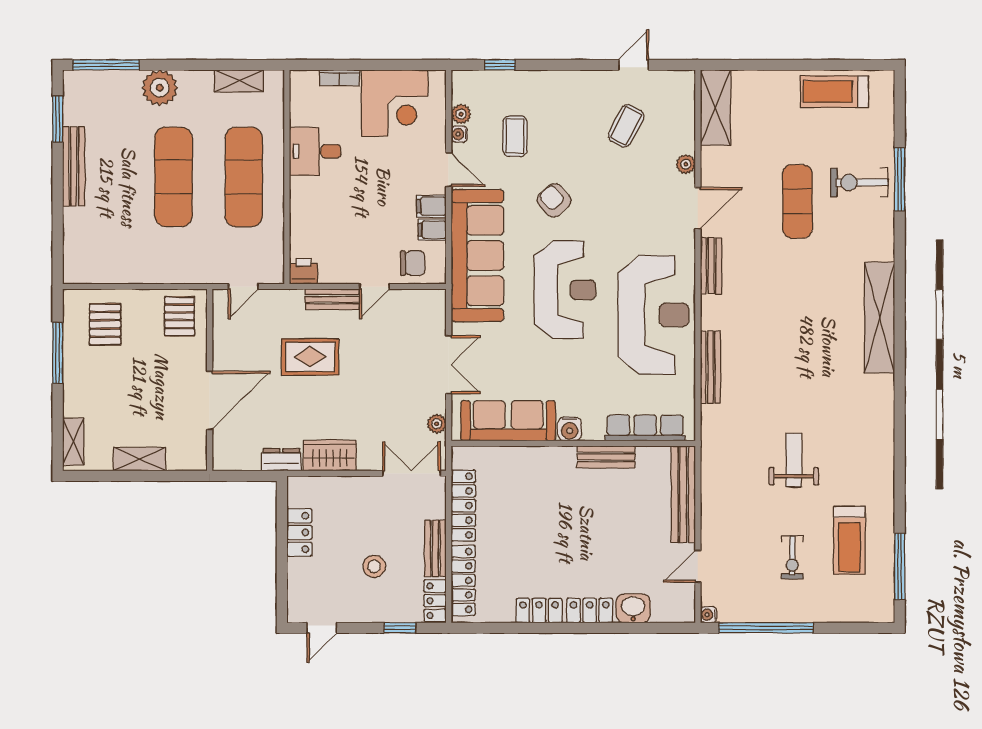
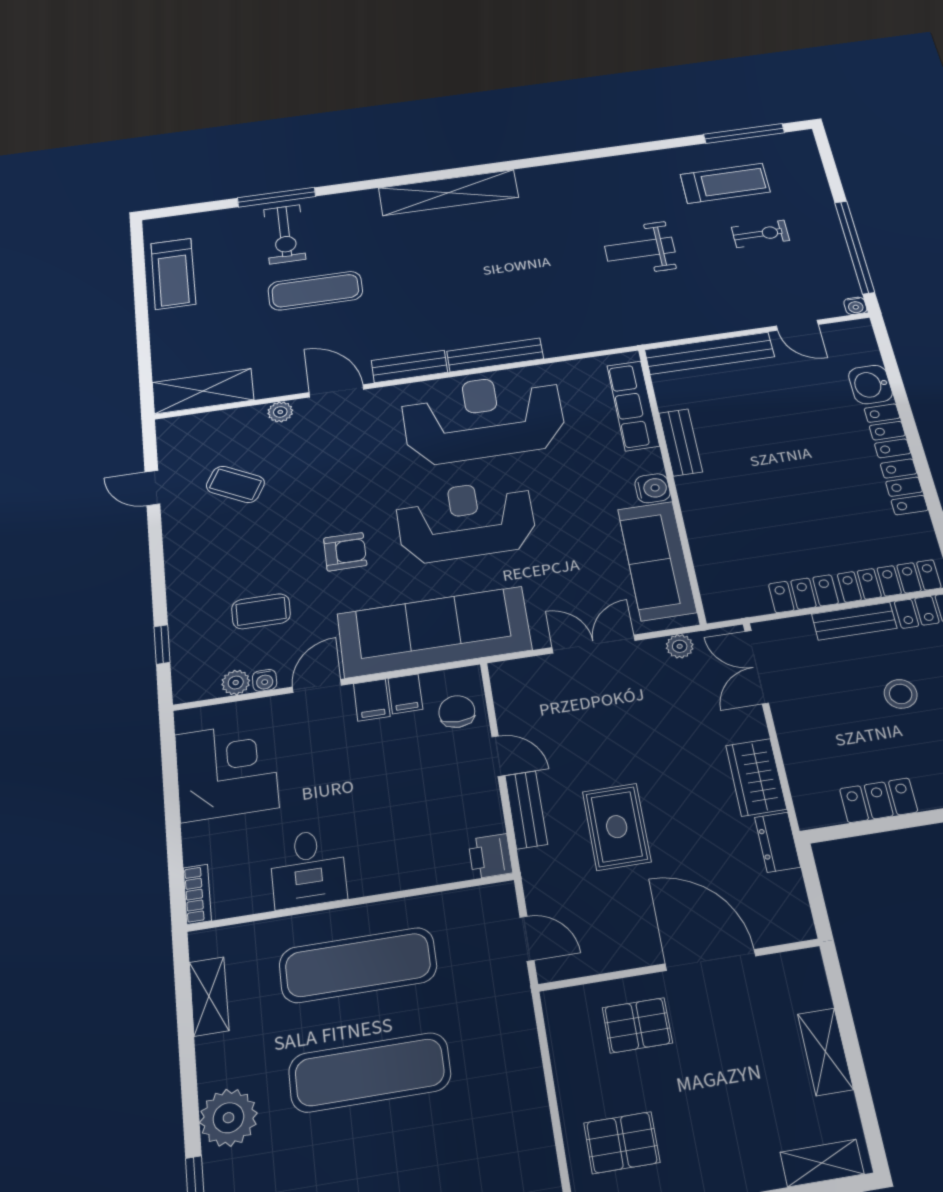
bookcase: (339, 78) -> (197, 894), moved
armchair: (554, 200) -> (345, 552), turned -139
pallet: (179, 316) -> (637, 1025), moved
bench: (710, 367) -> (495, 355), moved
locker: (463, 506) -> (803, 594), width x0.66

